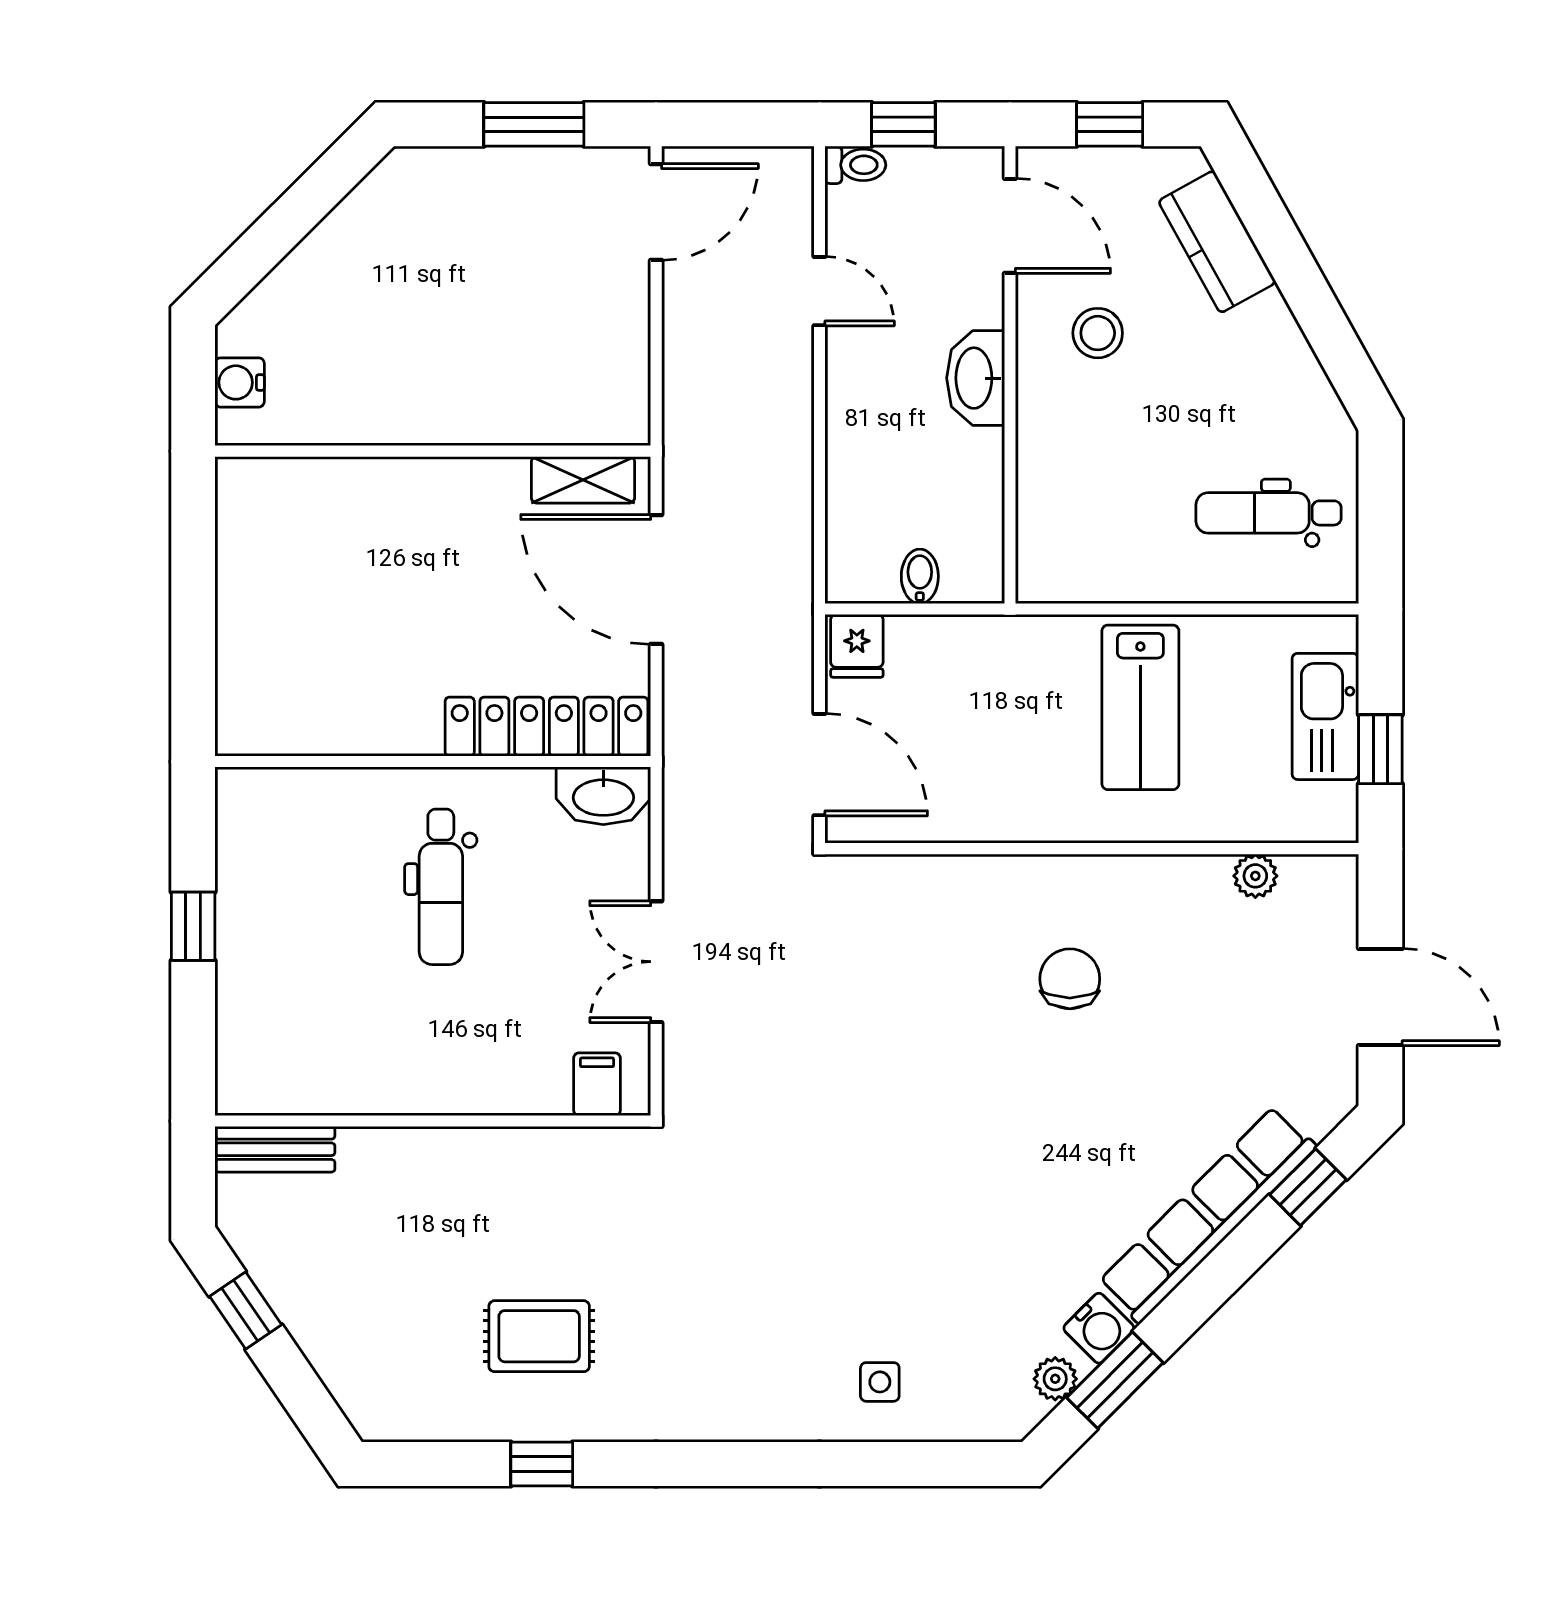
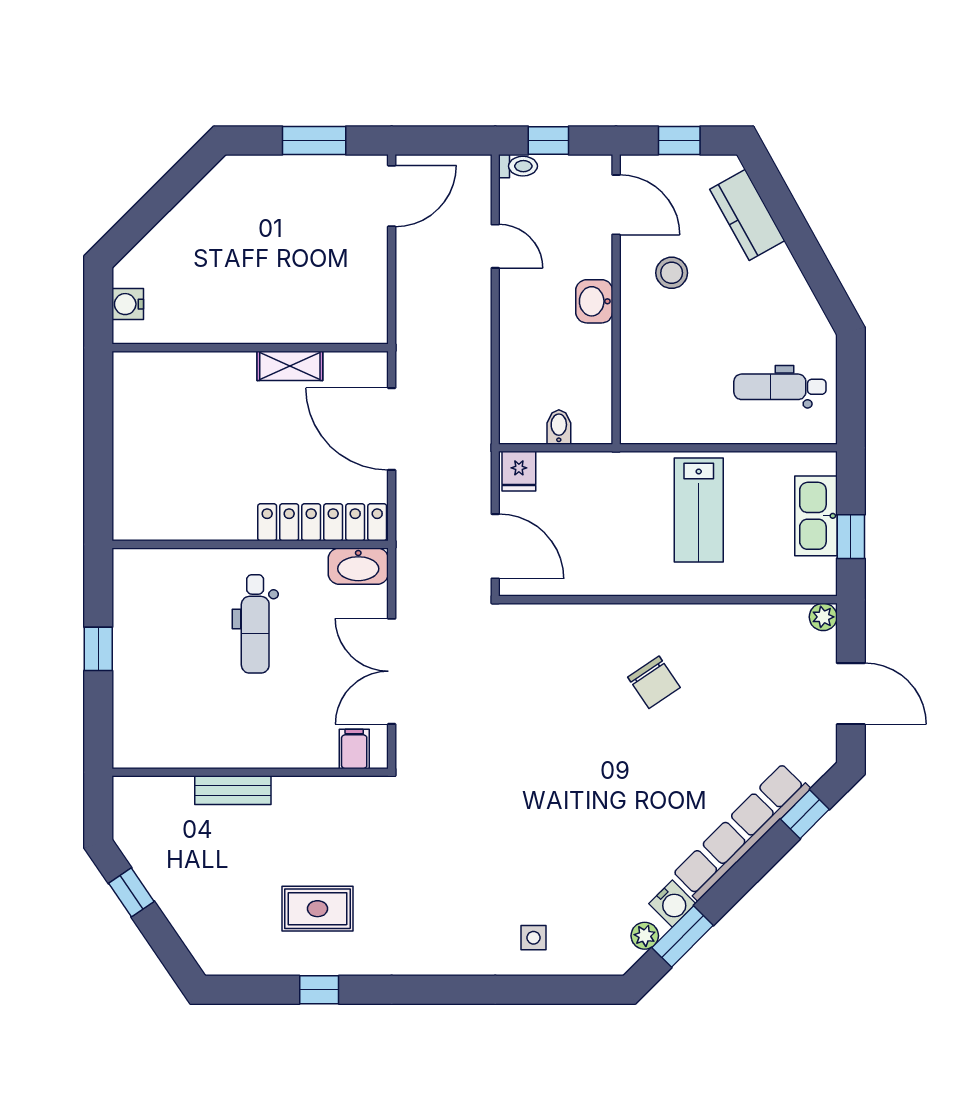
washbasin: (976, 378) -> (594, 301), width x0.72
shelving: (583, 480) -> (290, 366), moved
plant: (1255, 876) -> (823, 617), moved
double door: (656, 962) -> (392, 671), width x1.37
chair: (1070, 979) -> (654, 682), turned 146
bench: (275, 1149) -> (233, 790), moved

